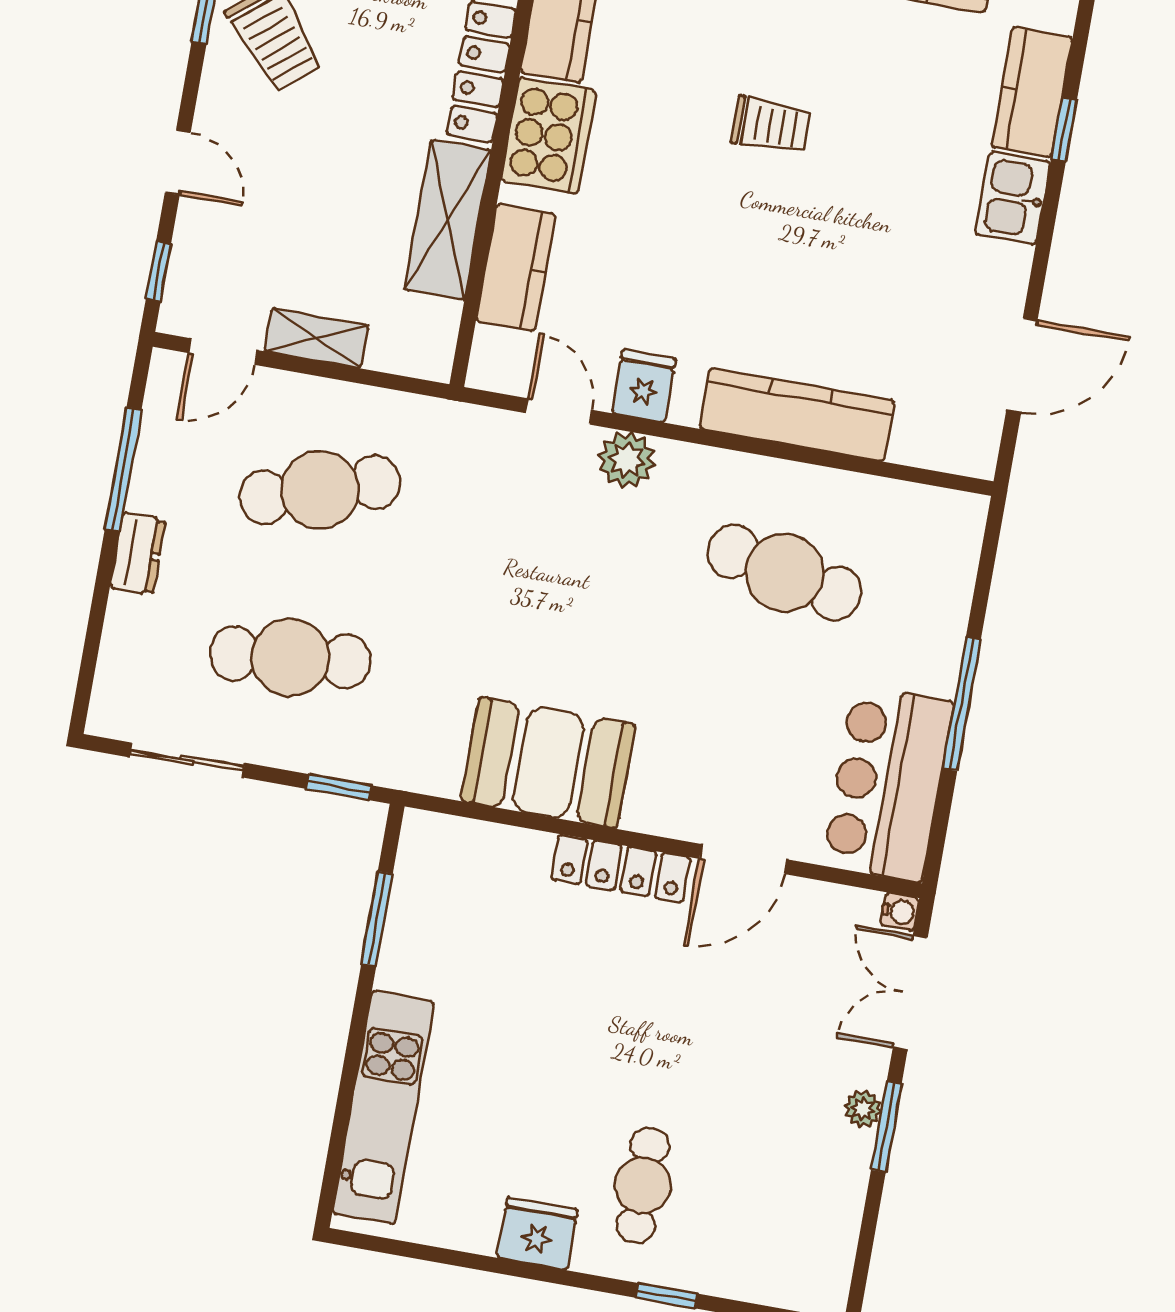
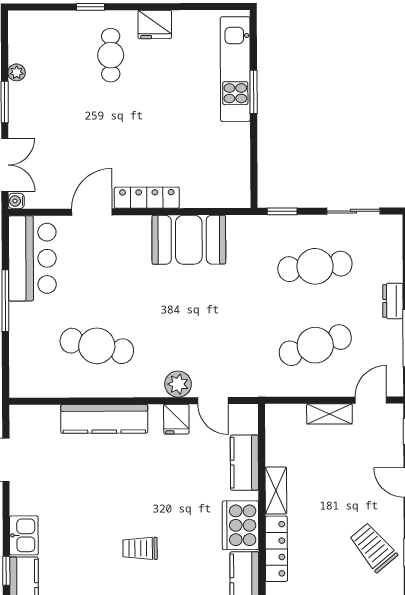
shelving: (448, 220) -> (276, 491), width x0.67, depth x0.75
window: (377, 919) -> (254, 92), moved
plant: (863, 1109) -> (17, 72), moved

